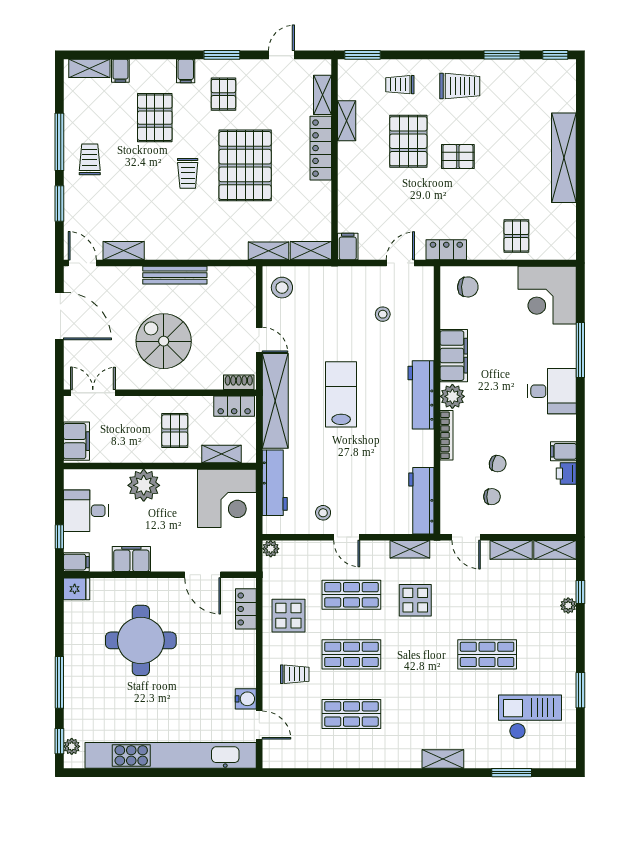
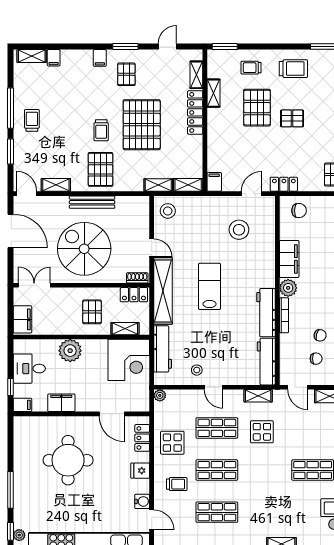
pallet: (155, 118) -> (100, 169), moved
stool: (383, 314) -> (239, 230), width x1.89, depth x1.89
spiral stairs: (164, 341) -> (84, 249), width x1.37, depth x1.37
workbench: (421, 395) -> (266, 313), moved
fridge: (77, 589) -> (140, 471), moved, turned 180

